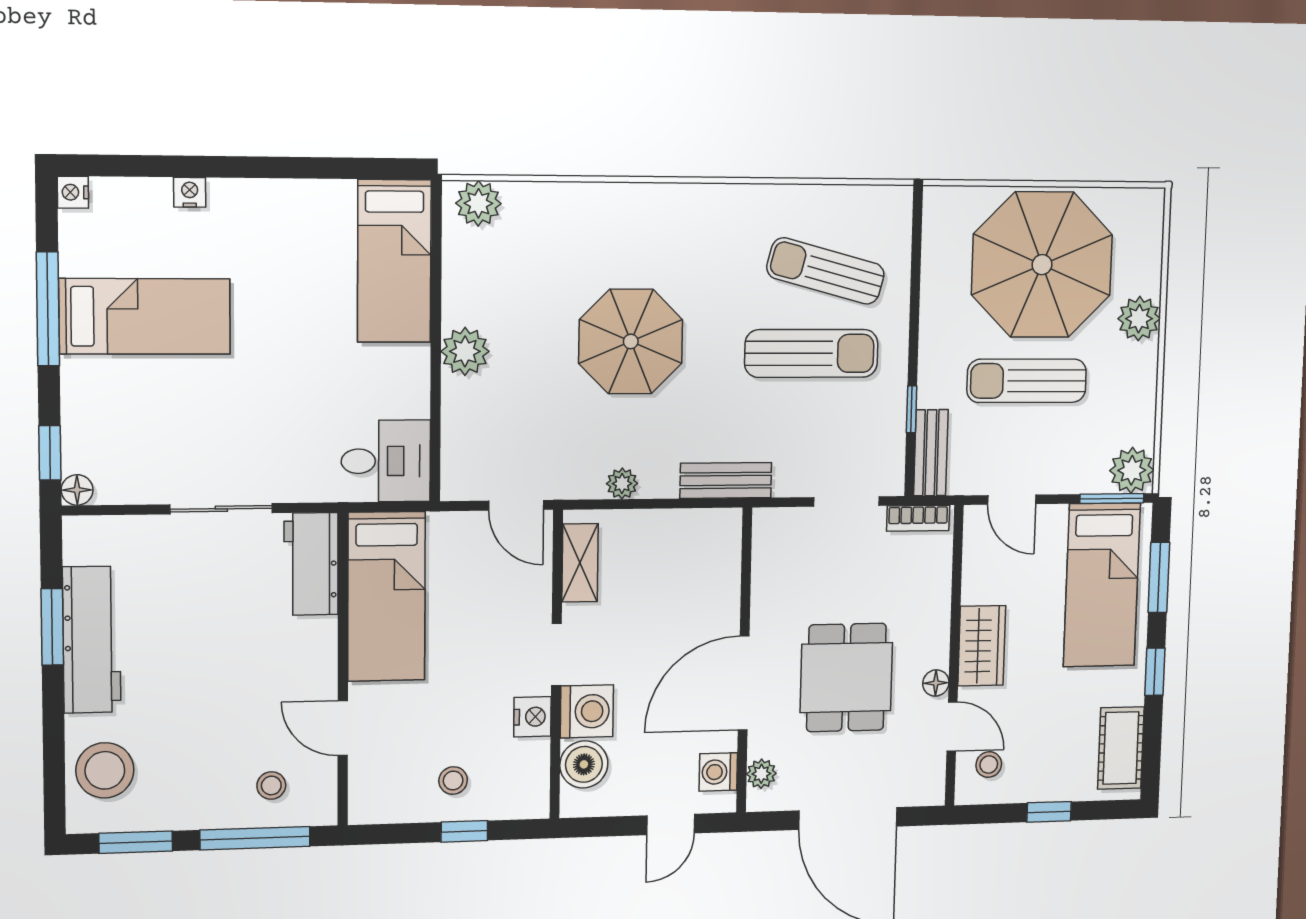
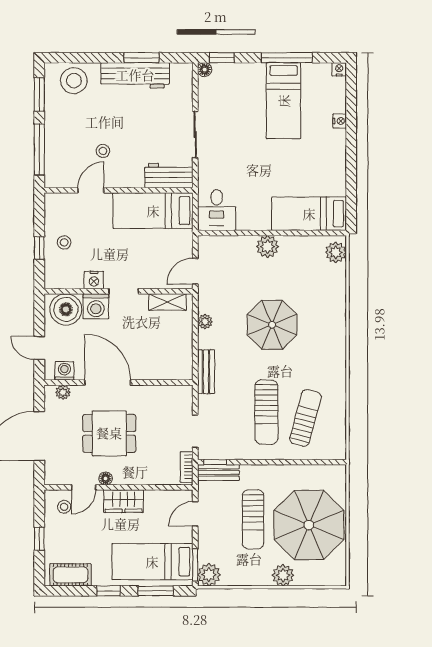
sun lounger: (1027, 381) -> (253, 519), turned 180
window: (912, 409) -> (215, 462), moved
boiler: (584, 764) -> (66, 309), width x1.37, depth x1.37
stool: (271, 785) -> (103, 151), moved

